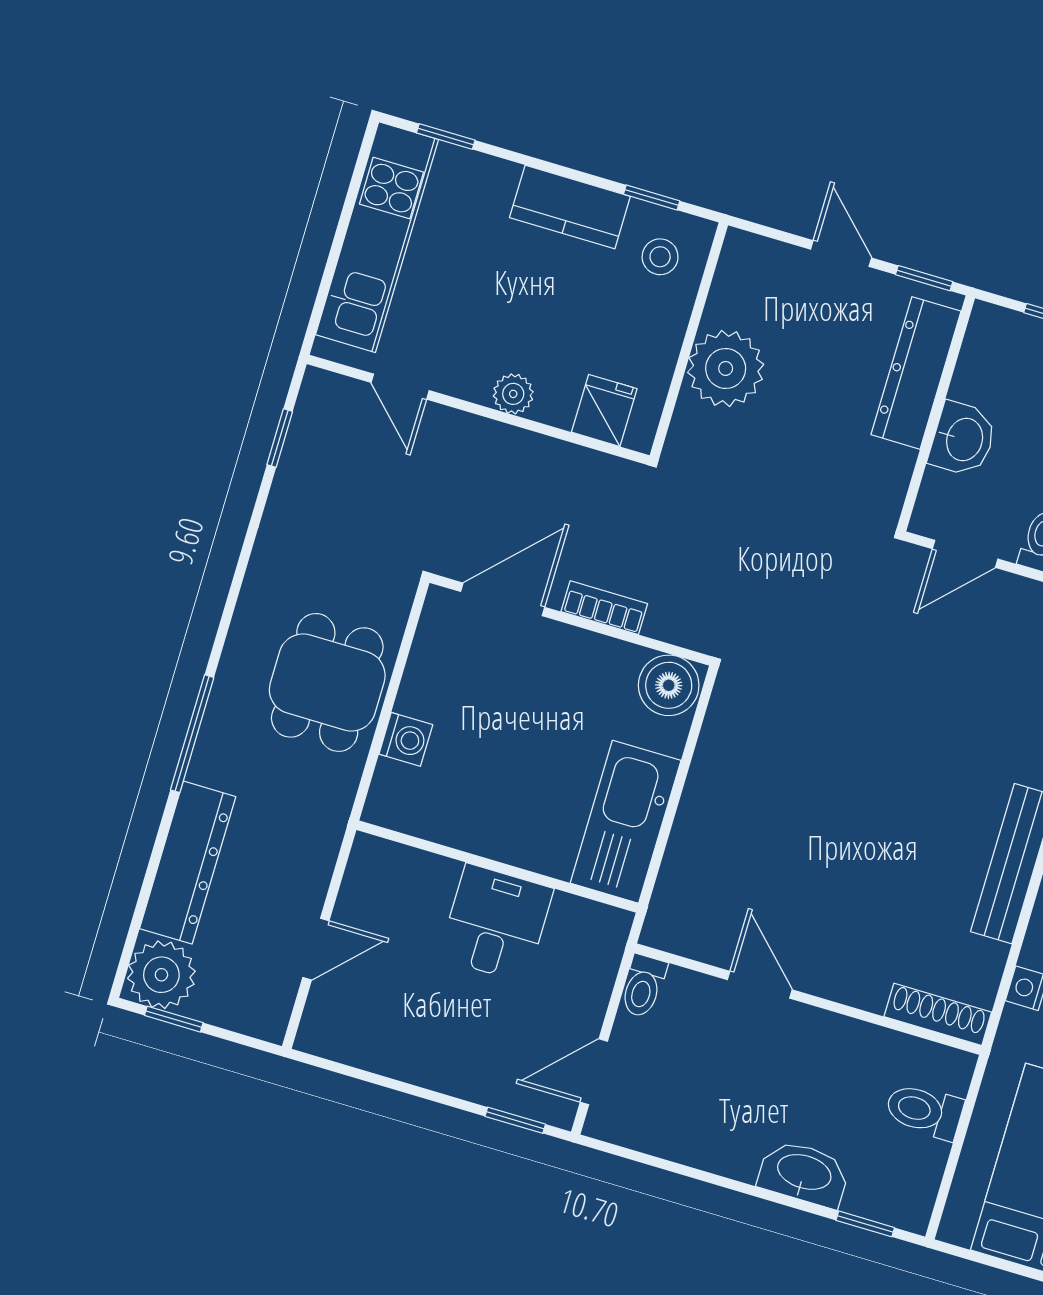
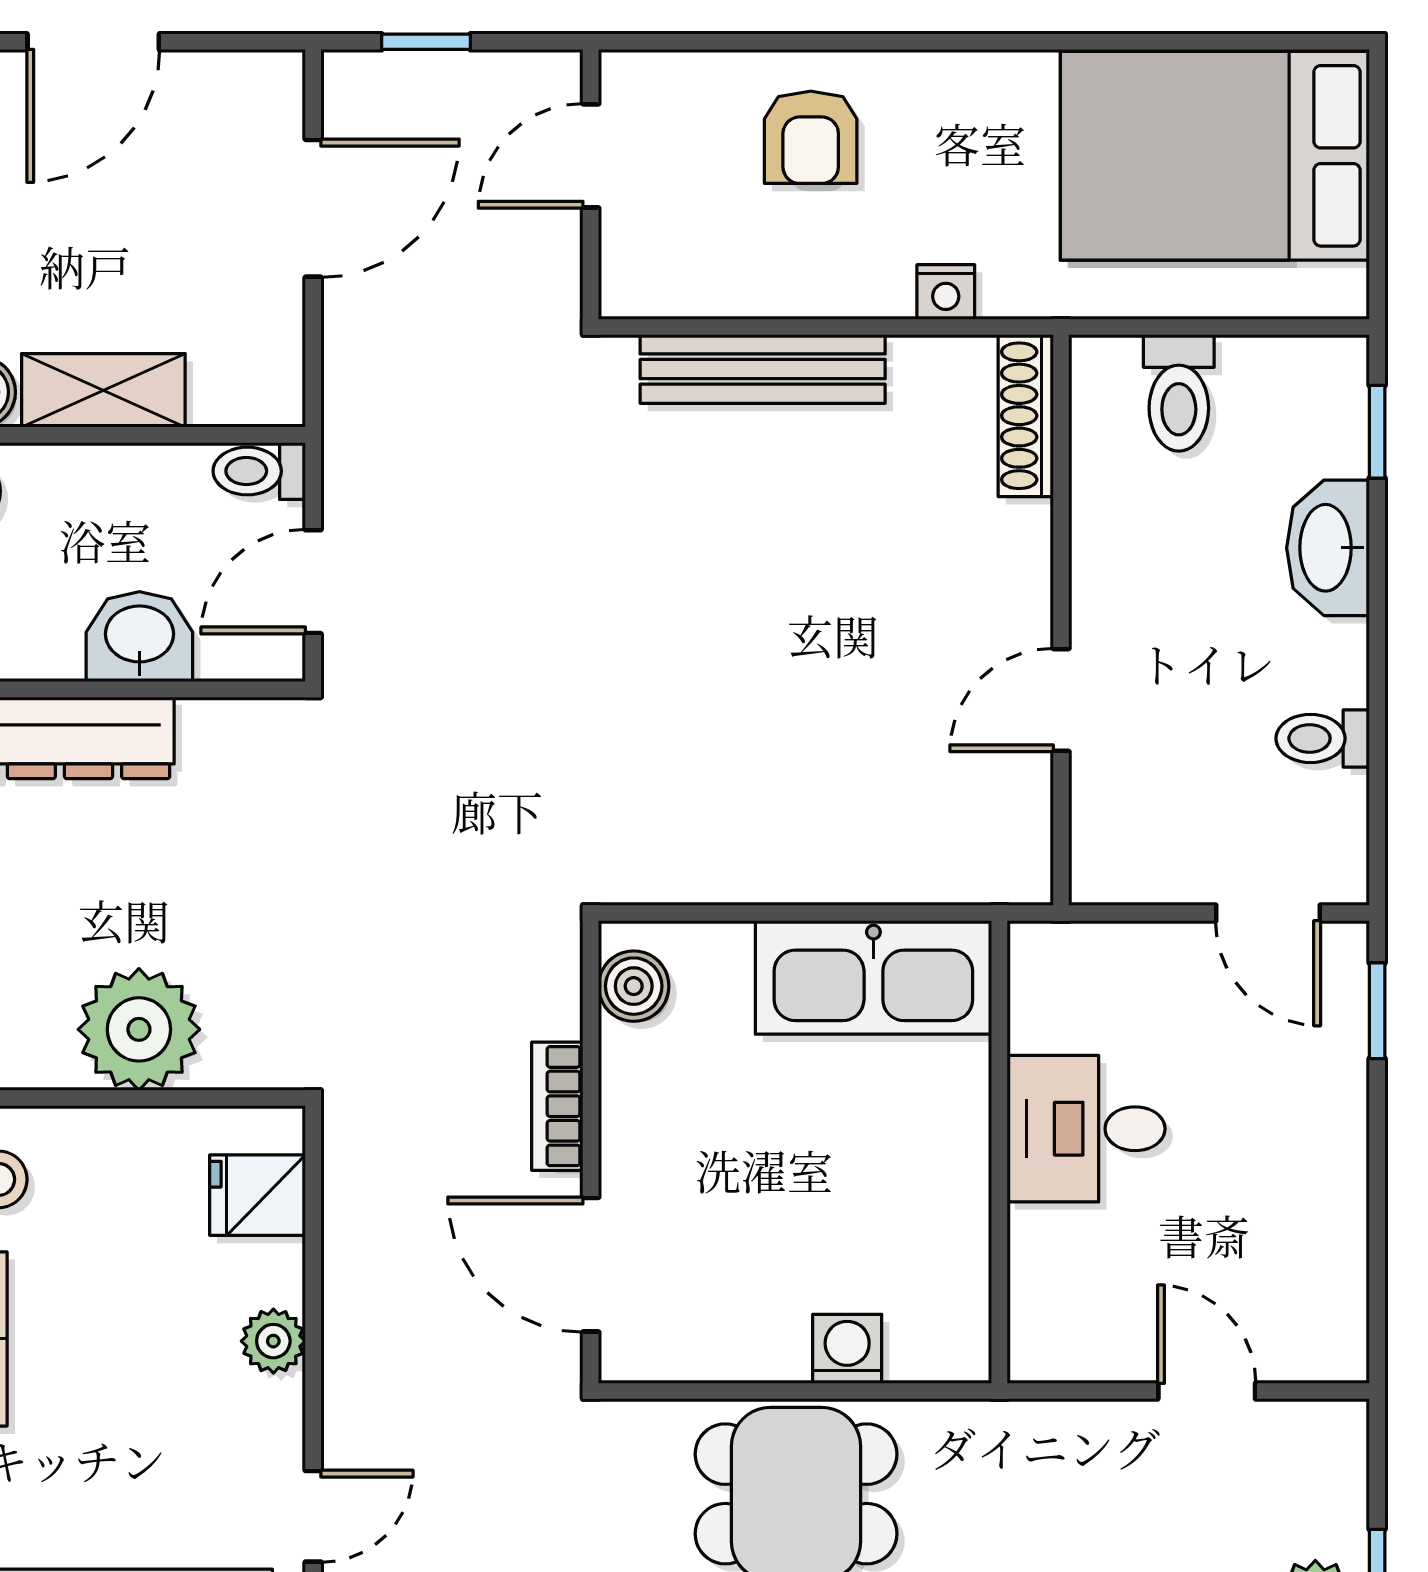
door: (965, 554) -> (313, 582), swing flipped
boiler: (669, 685) -> (634, 986), width x0.73, depth x0.73
toilet: (643, 986) -> (1323, 738), moved, turned 180

